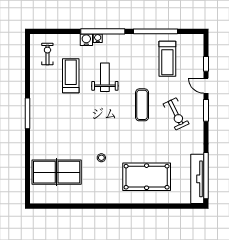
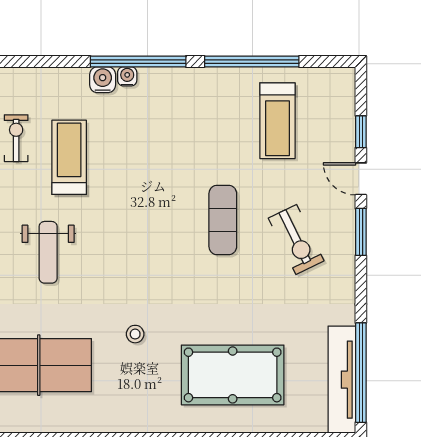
exercise bike: (47, 54) -> (16, 138), moved
weight bench: (105, 77) -> (48, 252), moved, turned 180

